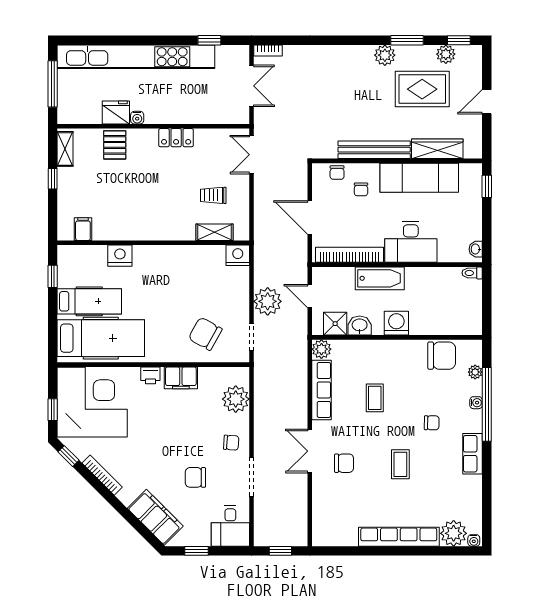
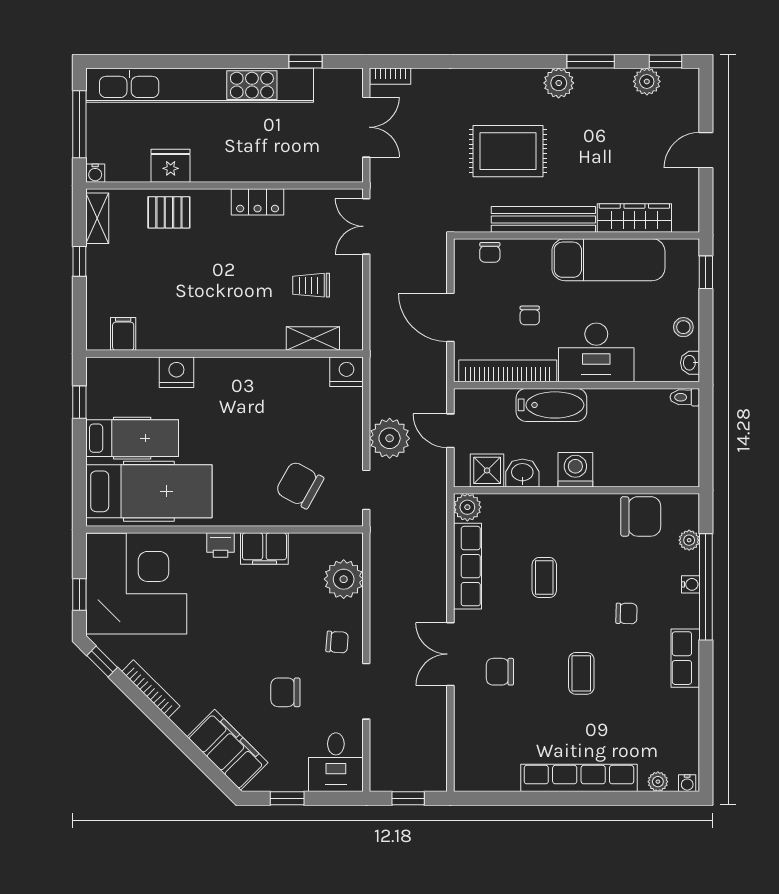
rug: (422, 89) -> (508, 151), moved
water cooler: (137, 118) -> (95, 173), moved
pallet: (115, 145) -> (169, 212), turned 90
chair: (361, 189) -> (530, 315), moved
stool: (471, 224) -> (683, 327), added
chair: (344, 463) -> (500, 672), turned 180
plant: (454, 533) -> (658, 782), width x0.53, depth x0.53

